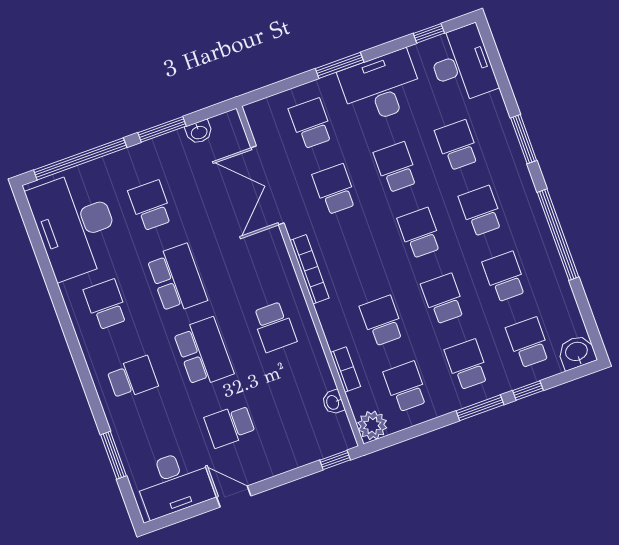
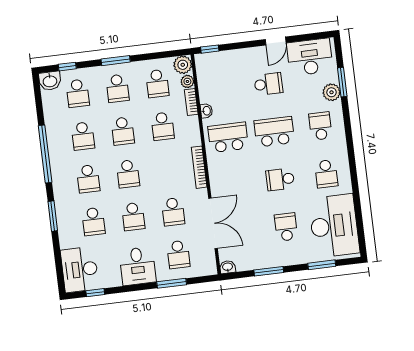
window: (340, 65) -> (172, 283), moved
desk: (381, 87) -> (137, 266), width x0.73
washbasin: (199, 132) -> (228, 267), moved
window: (80, 159) -> (322, 265), width x0.47
school desk: (151, 206) -> (286, 227), turned 180
school desk: (177, 279) -> (280, 179), width x0.54
school desk: (274, 327) -> (228, 137), width x1.85
school desk: (203, 352) -> (274, 132), turned 90
school desk: (132, 378) -> (320, 126), turned 90
window: (528, 391) -> (67, 67), moved
plant: (359, 401) -> (187, 81), added
washbasin: (333, 402) -> (206, 111), moved
plant: (127, 435) -> (332, 92), added
door: (234, 496) -> (276, 41), hinge flipped

